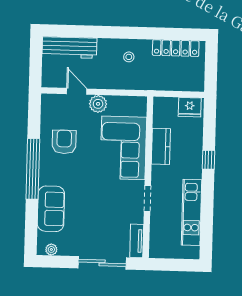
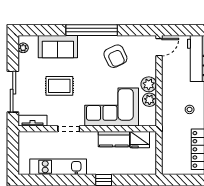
door: (77, 91) -> (159, 47), moved
plant: (116, 103) -> (149, 100), added
fridge: (190, 107) -> (140, 140), moved, turned -90
armchair: (64, 142) -> (115, 56), turned 65
rug: (97, 208) -> (59, 86), added

